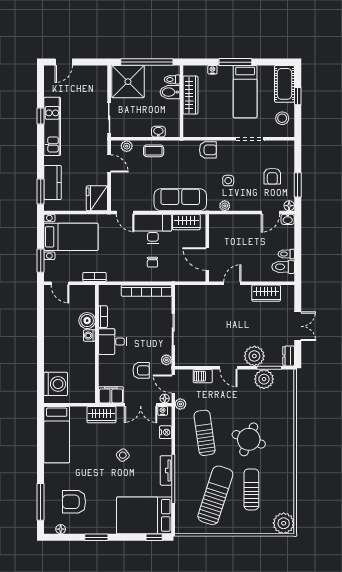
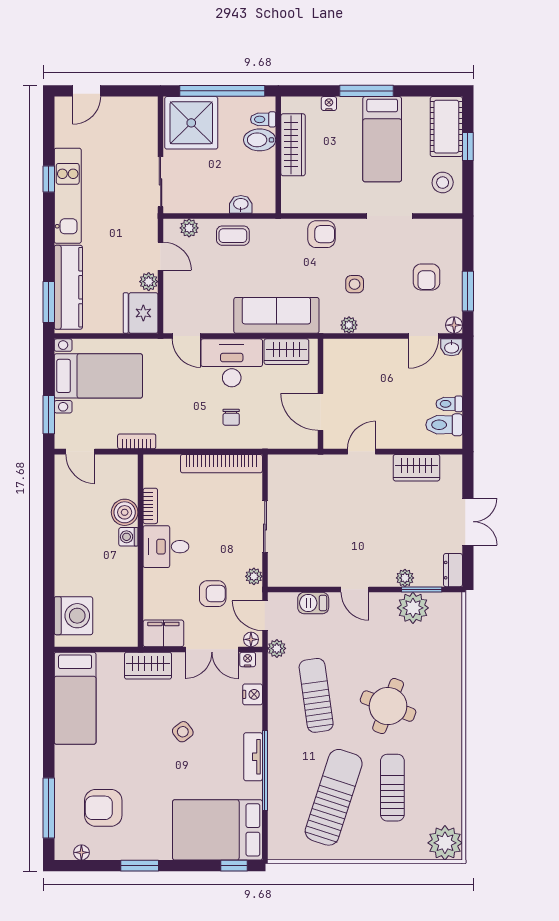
plant: (102, 179) -> (149, 282), added
kitchen counter: (53, 182) -> (68, 287), width x1.50
plant: (254, 356) -> (405, 578), width x0.53, depth x0.53

